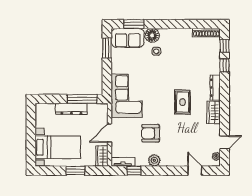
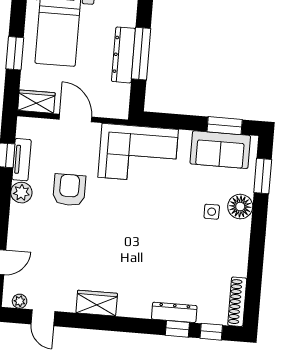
sofa: (128, 38) -> (220, 150), moved, turned -90
dresser: (215, 88) -> (174, 312), moved
window: (82, 99) -> (141, 54), moved
rug: (182, 102) -> (119, 250), removed
tv unit: (123, 162) -> (22, 160), moved

